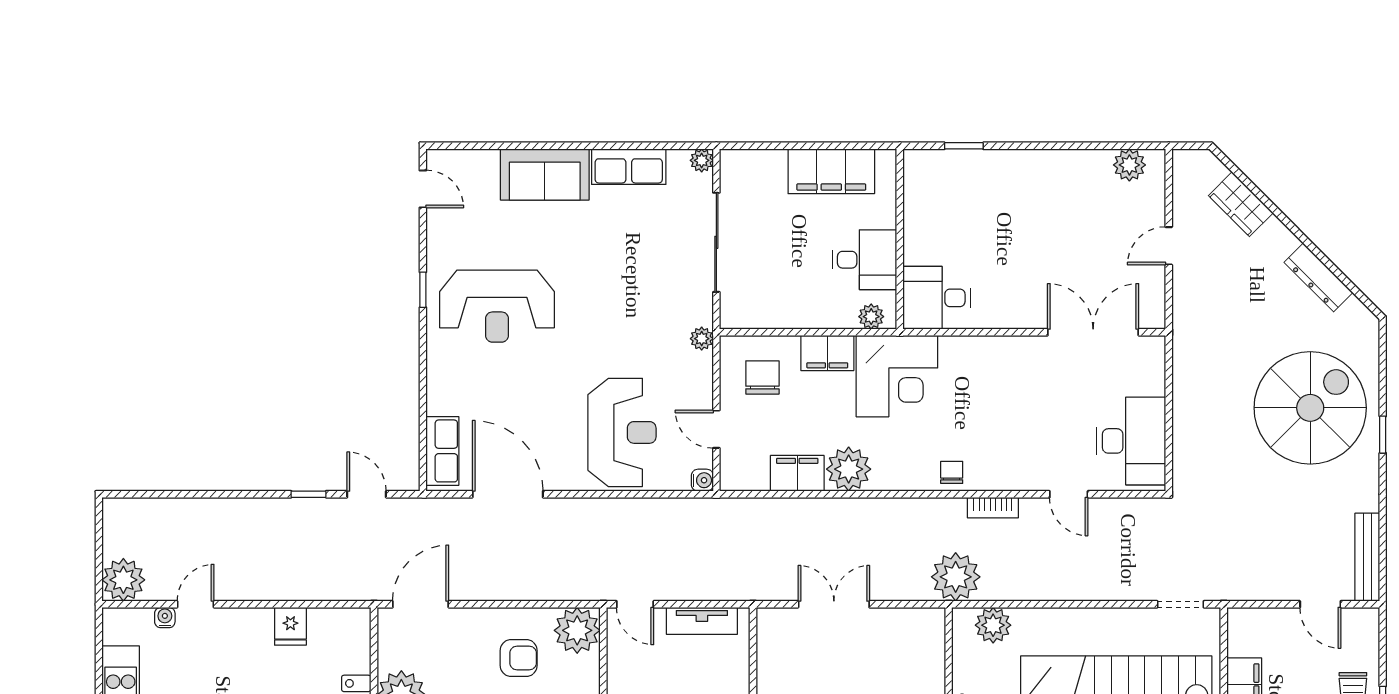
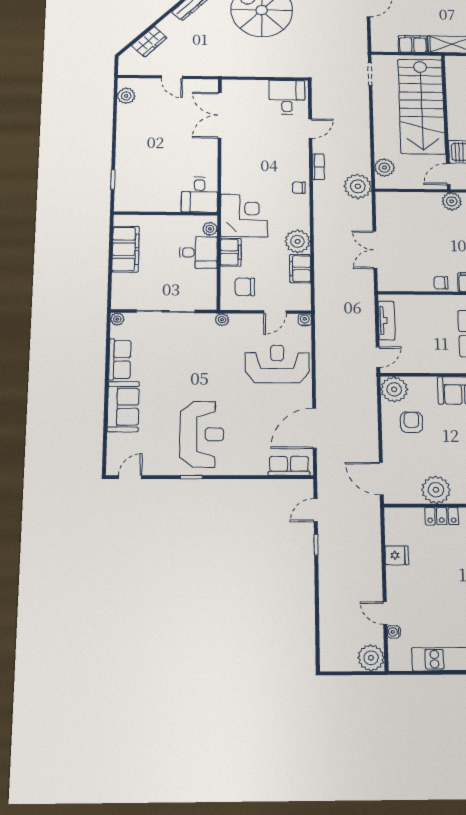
desk: (864, 260) -> (198, 252), moved, turned 90
desk: (1131, 441) -> (287, 97), width x0.73

